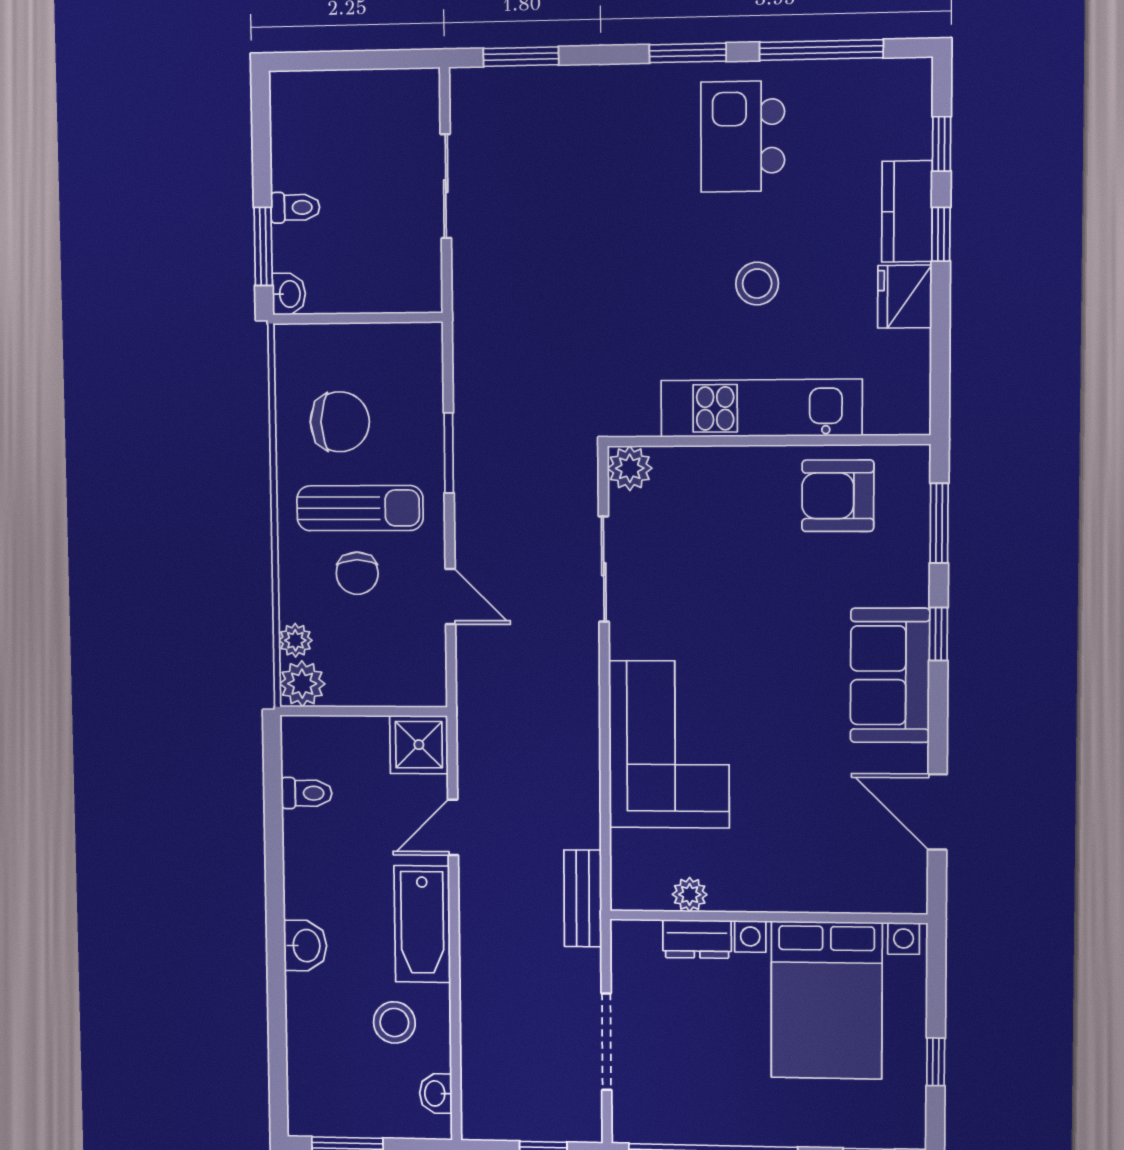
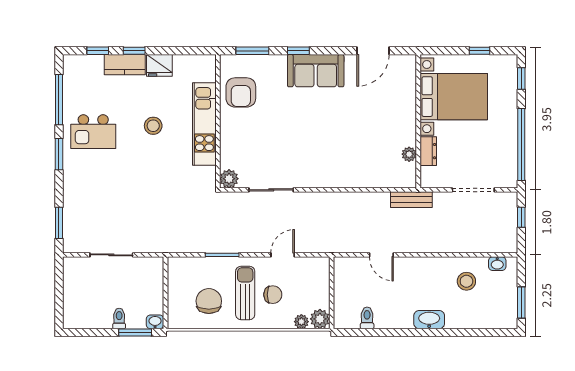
corner sofa: (669, 744) -> (345, 163), removed
shower: (419, 745) -> (346, 269), removed
bathtub: (422, 924) -> (423, 269), removed
washbasin: (305, 946) -> (429, 320), width x1.38

